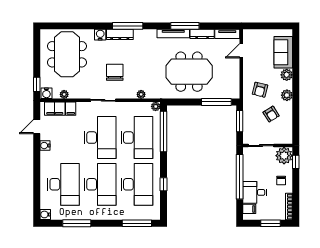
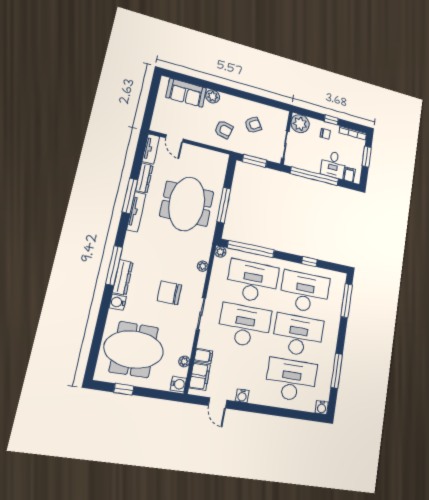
window: (37, 84) -> (124, 389), moved
plant: (287, 95) -> (236, 103), removed
window: (216, 102) -> (224, 205), moved
window: (296, 162) -> (331, 120), moved

